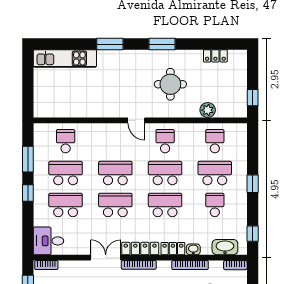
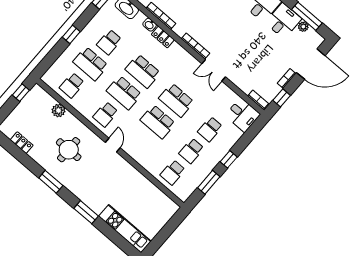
school desk: (66, 173) -> (191, 151), width x0.54
school desk: (66, 205) -> (210, 129), width x0.54
locker: (140, 249) -> (185, 56), removed

